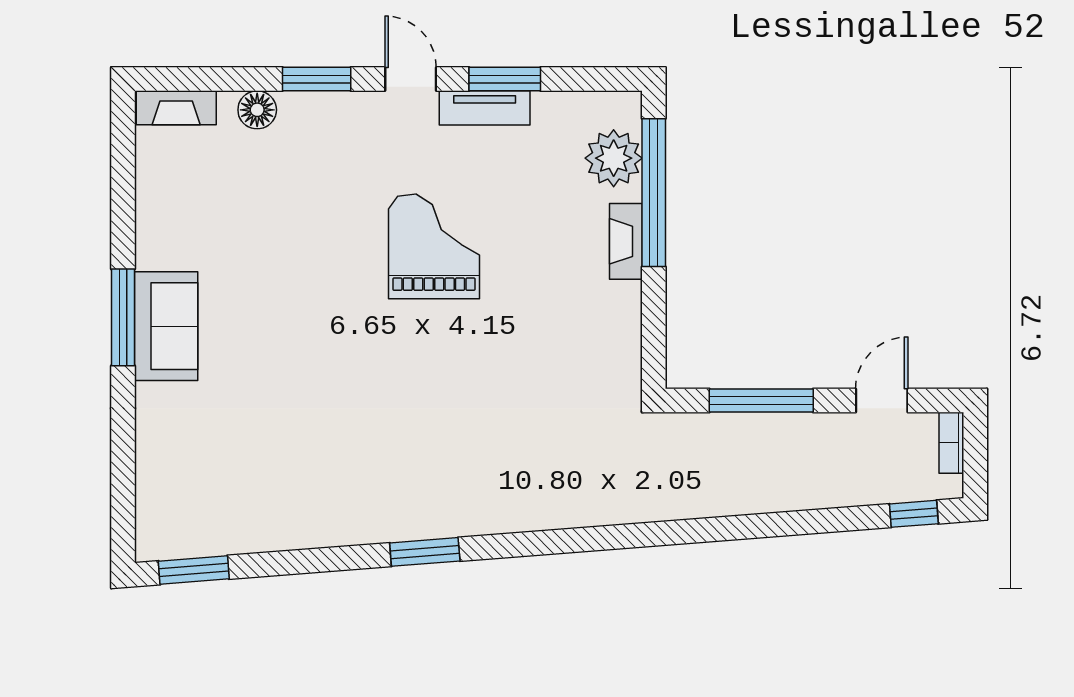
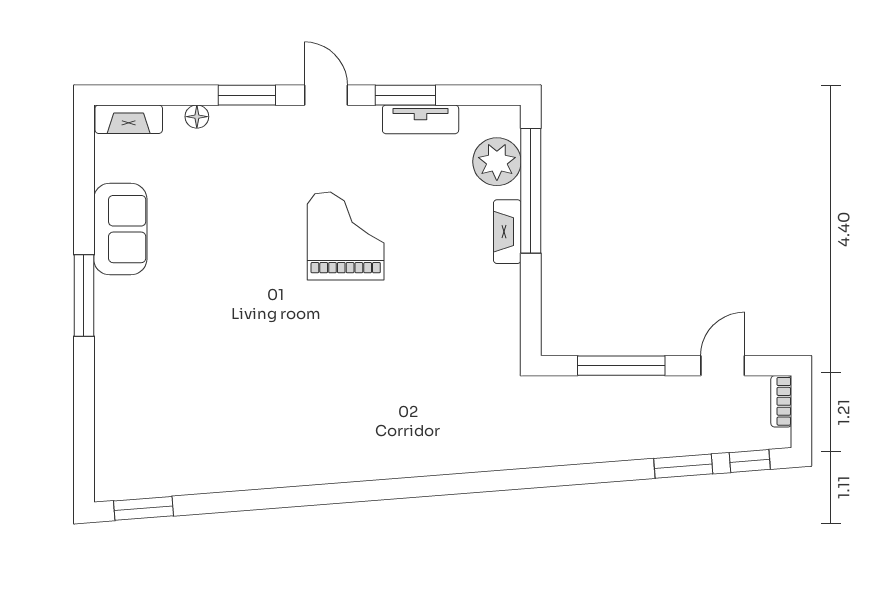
tv unit: (485, 108) -> (421, 119), moved
floor lamp: (257, 110) -> (197, 117), width x0.73, depth x0.73
sofa: (166, 326) -> (120, 229), moved
window: (425, 552) -> (683, 466), moved

